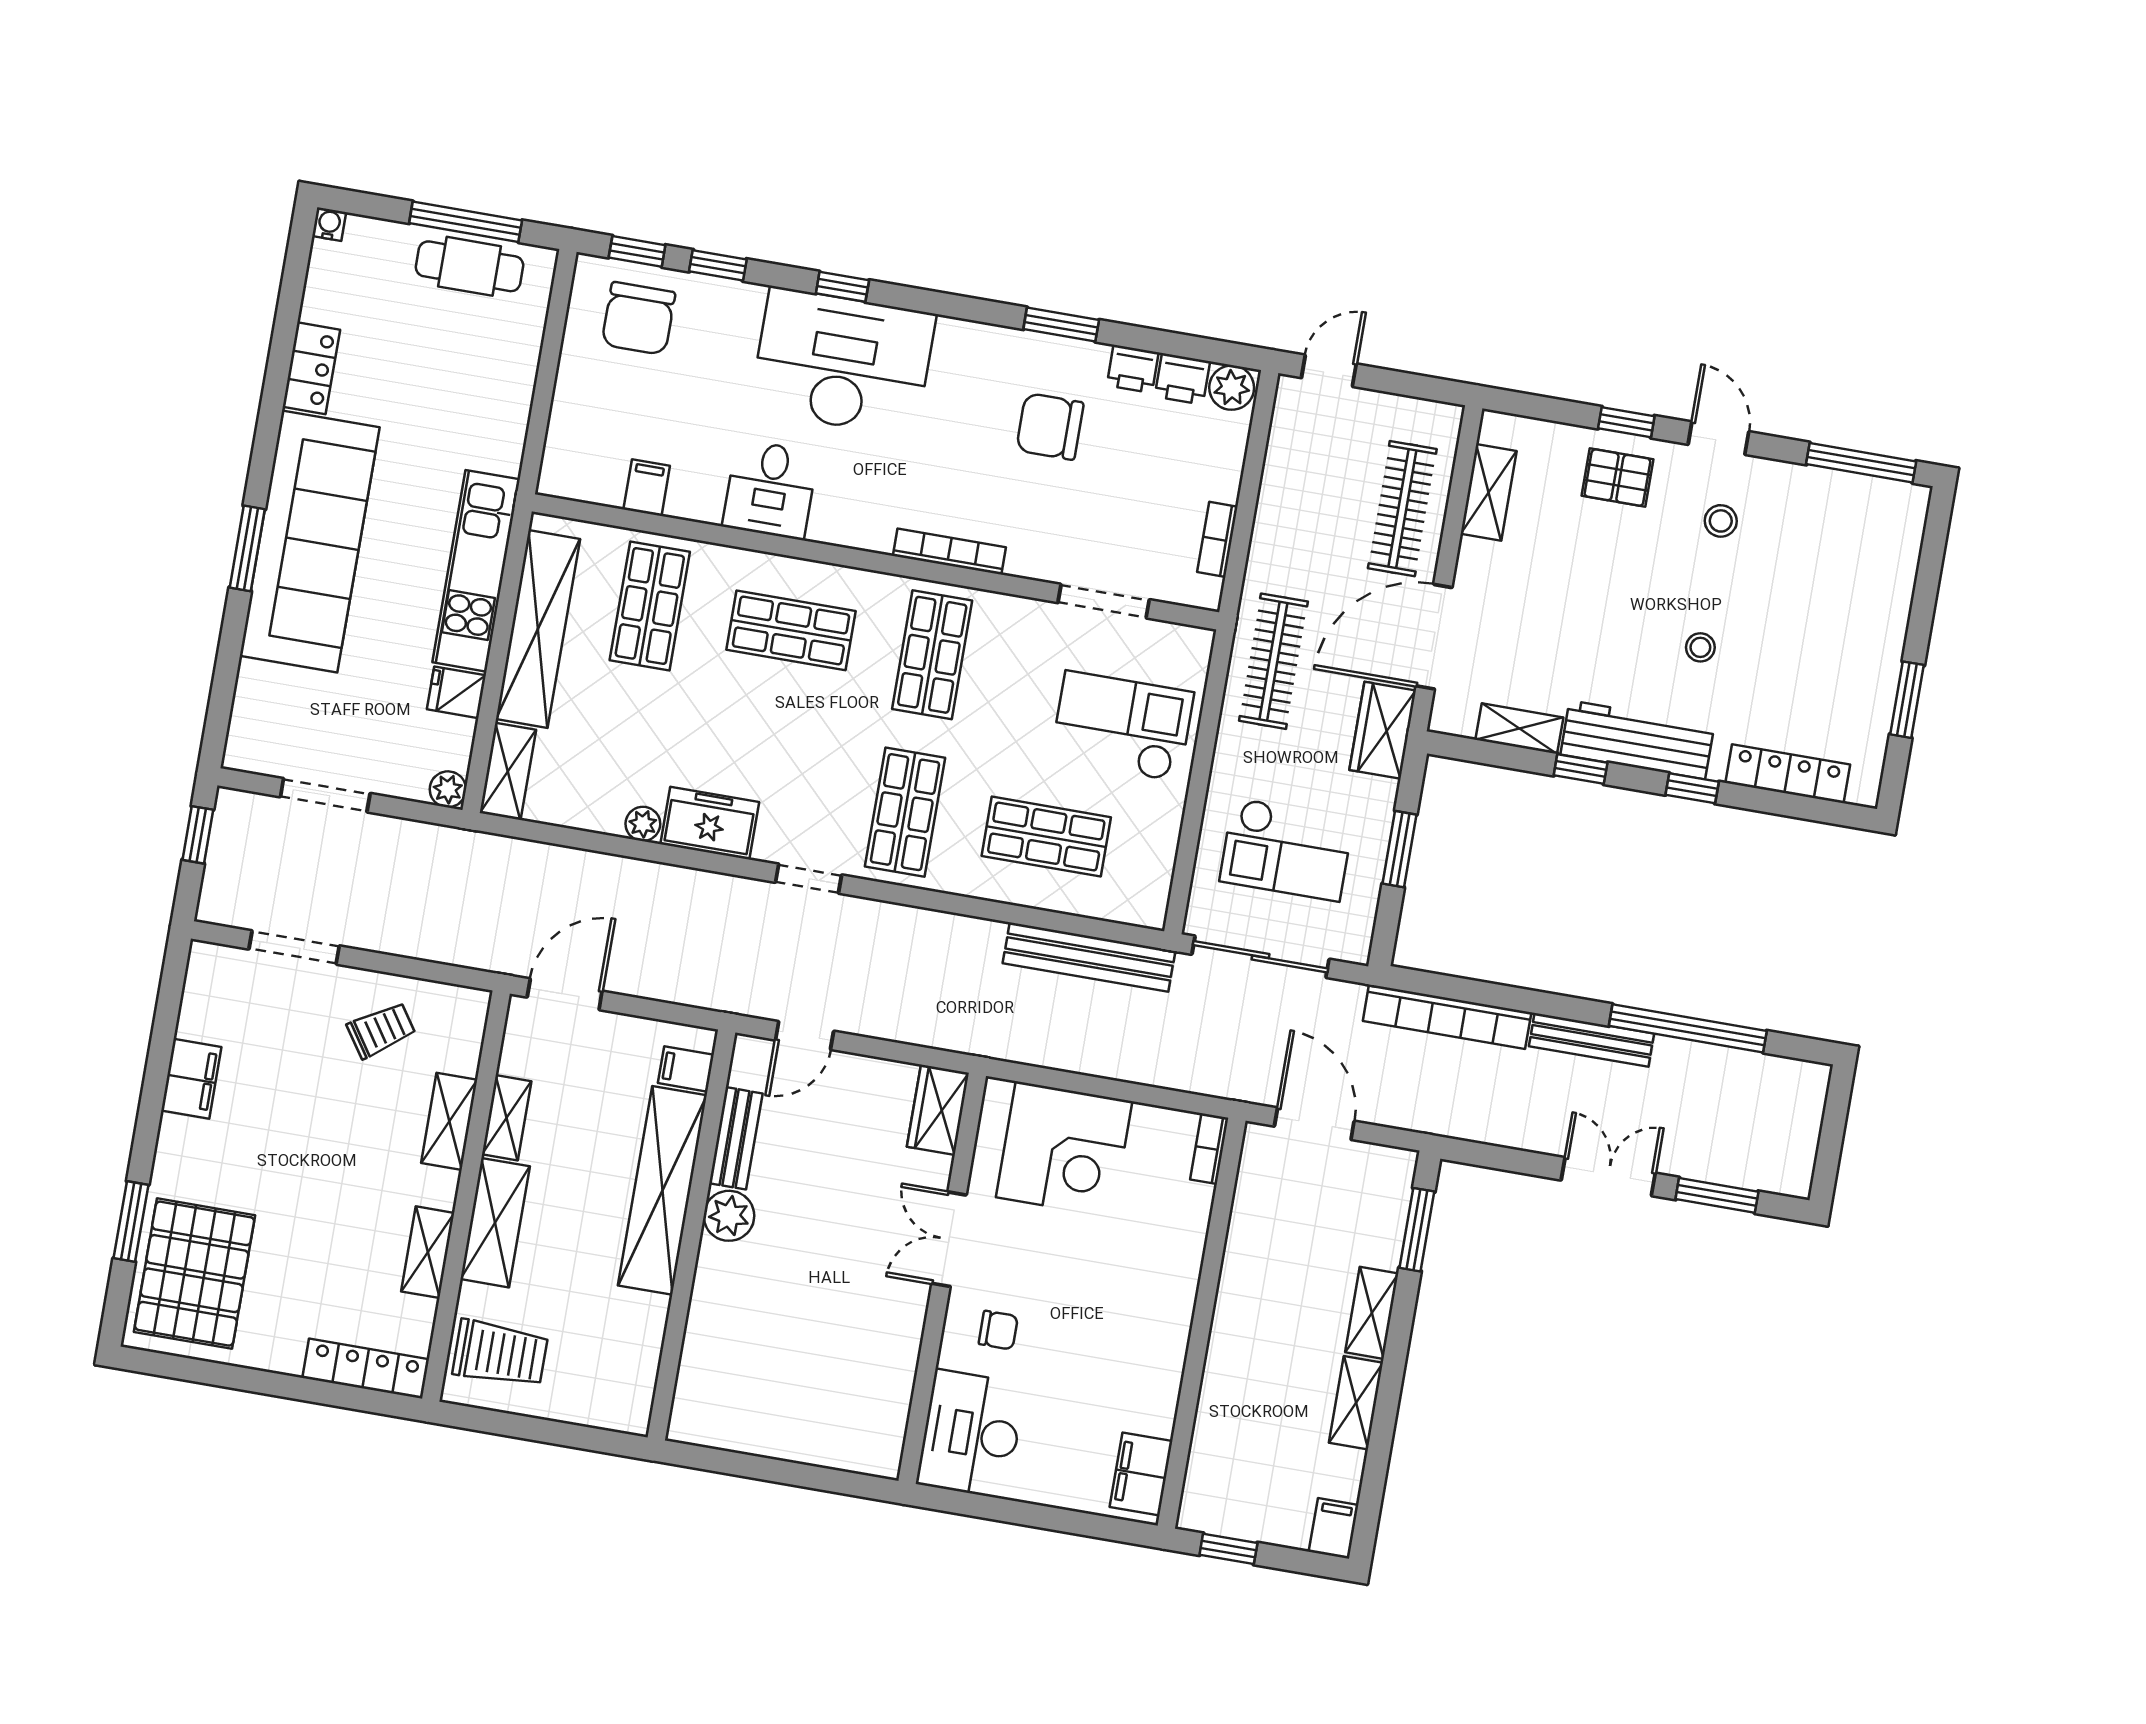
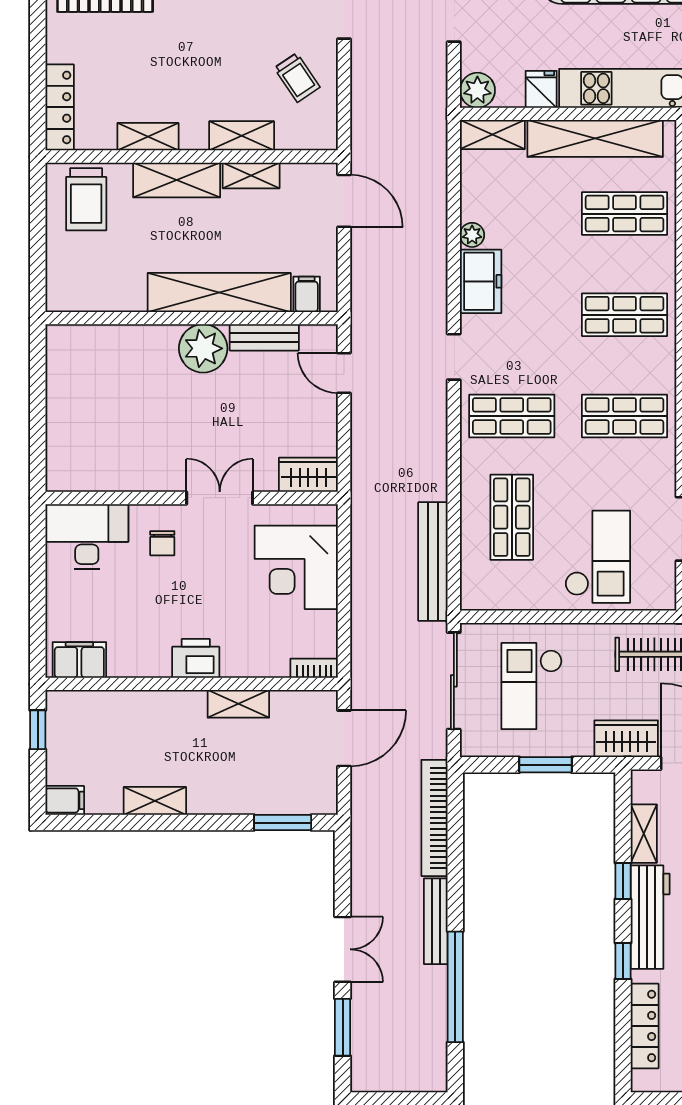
shop shelf: (791, 630) -> (625, 315), turned 90
plant: (448, 789) -> (477, 90), width x1.38, depth x1.38
plant: (729, 1216) -> (203, 348), width x1.36, depth x1.36
printer: (1167, 1311) -> (196, 658), added
shelving: (1372, 1313) -> (238, 704), moved

